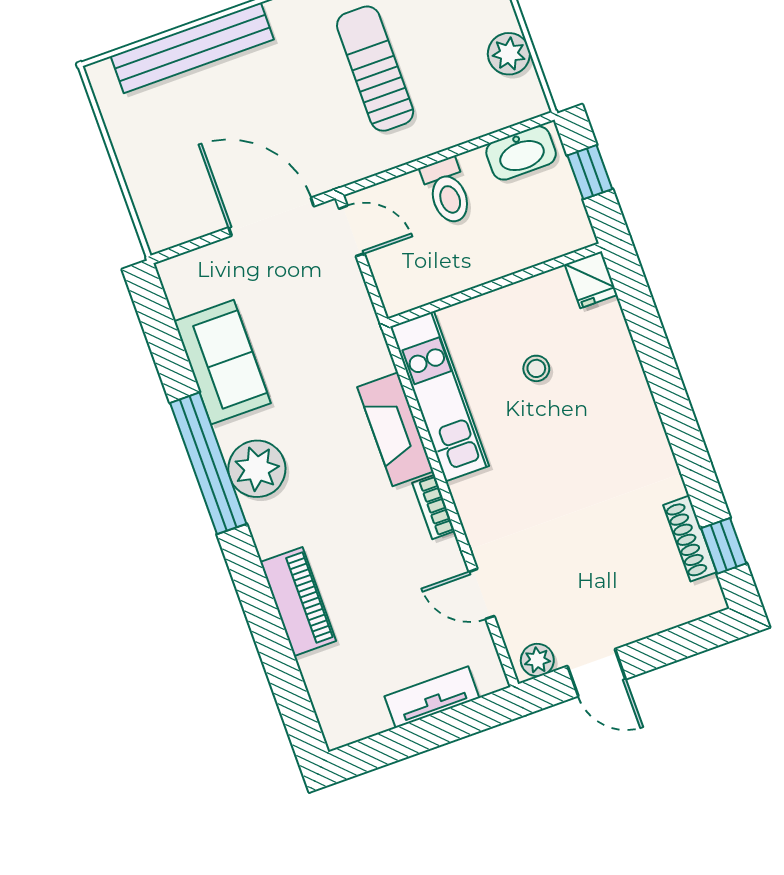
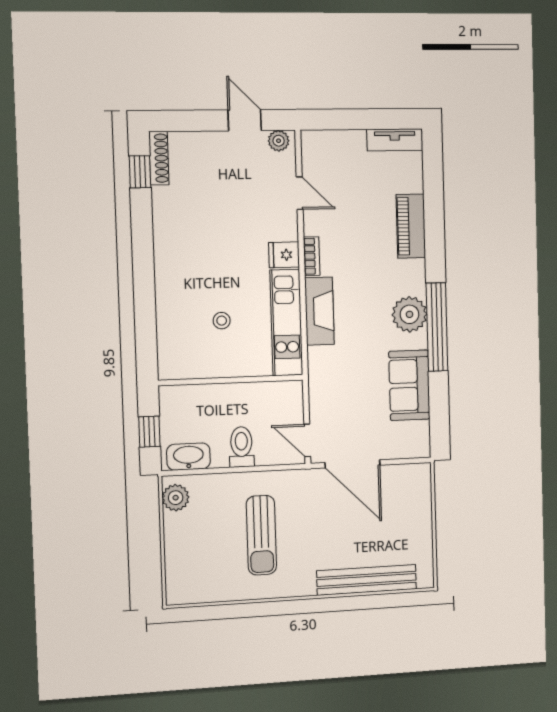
plant: (509, 54) -> (176, 498), moved
fridge: (591, 280) -> (284, 255), moved, turned -90
shoe rack: (690, 539) -> (159, 158), moved
tv unit: (432, 697) -> (395, 140), moved

